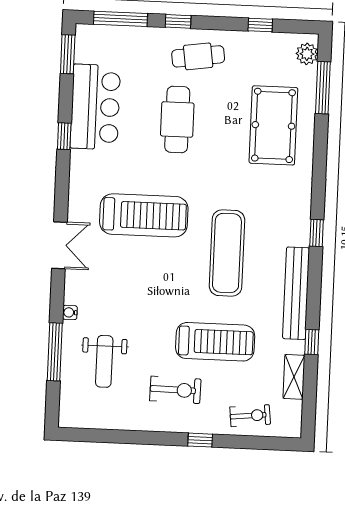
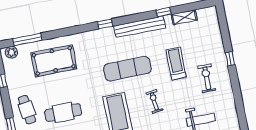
treadmill: (215, 342) -> (176, 63), width x0.73, depth x0.73
exercise bike: (250, 416) -> (154, 101), moved

